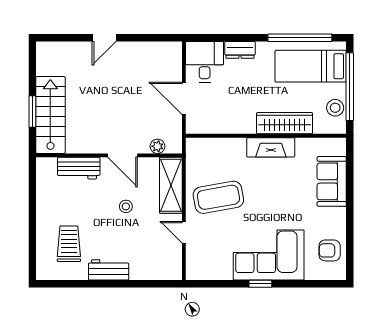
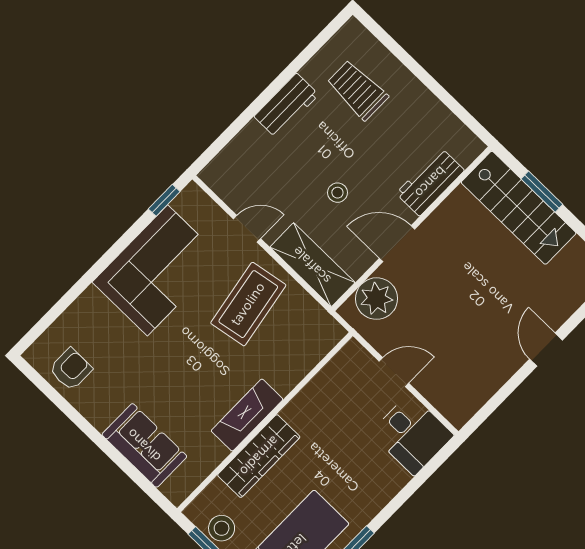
dresser: (240, 50) -> (387, 486), removed
door: (184, 98) -> (394, 372), width x0.73
plant: (157, 146) -> (377, 299), width x1.88, depth x1.88
trolley: (69, 244) -> (358, 90), turned 180
corner sofa: (269, 255) -> (157, 270), moved
window: (260, 284) -> (164, 200), moved

